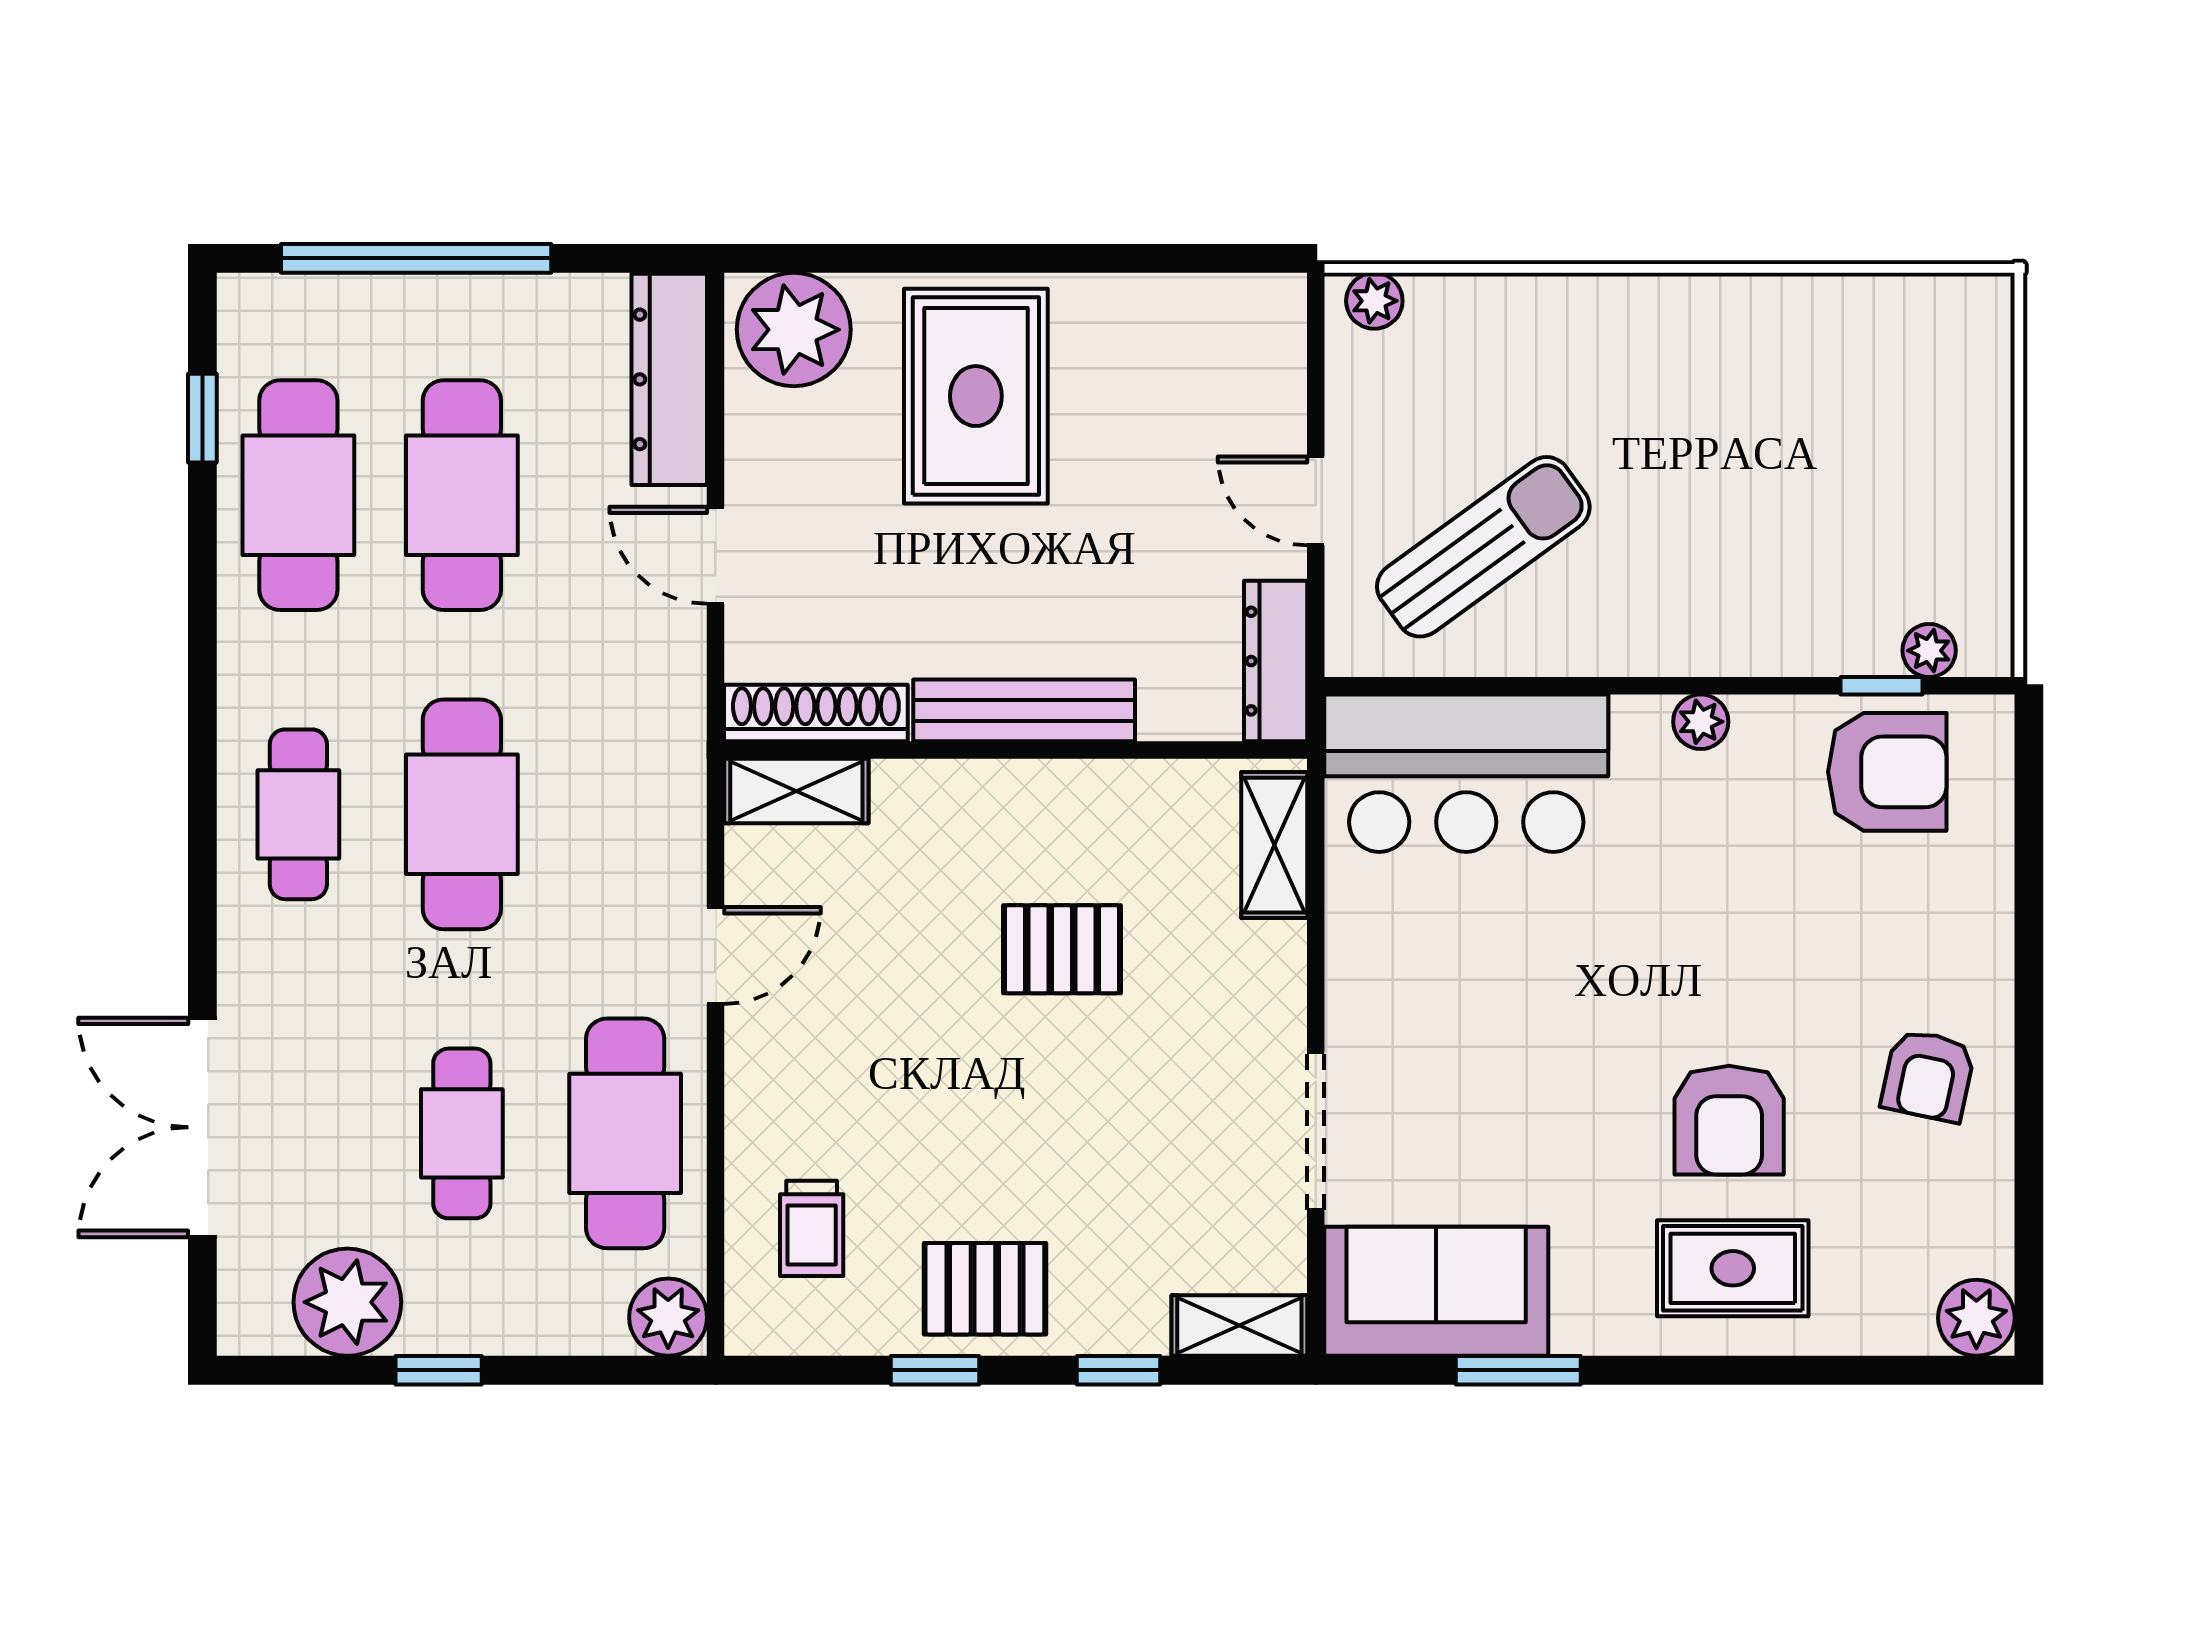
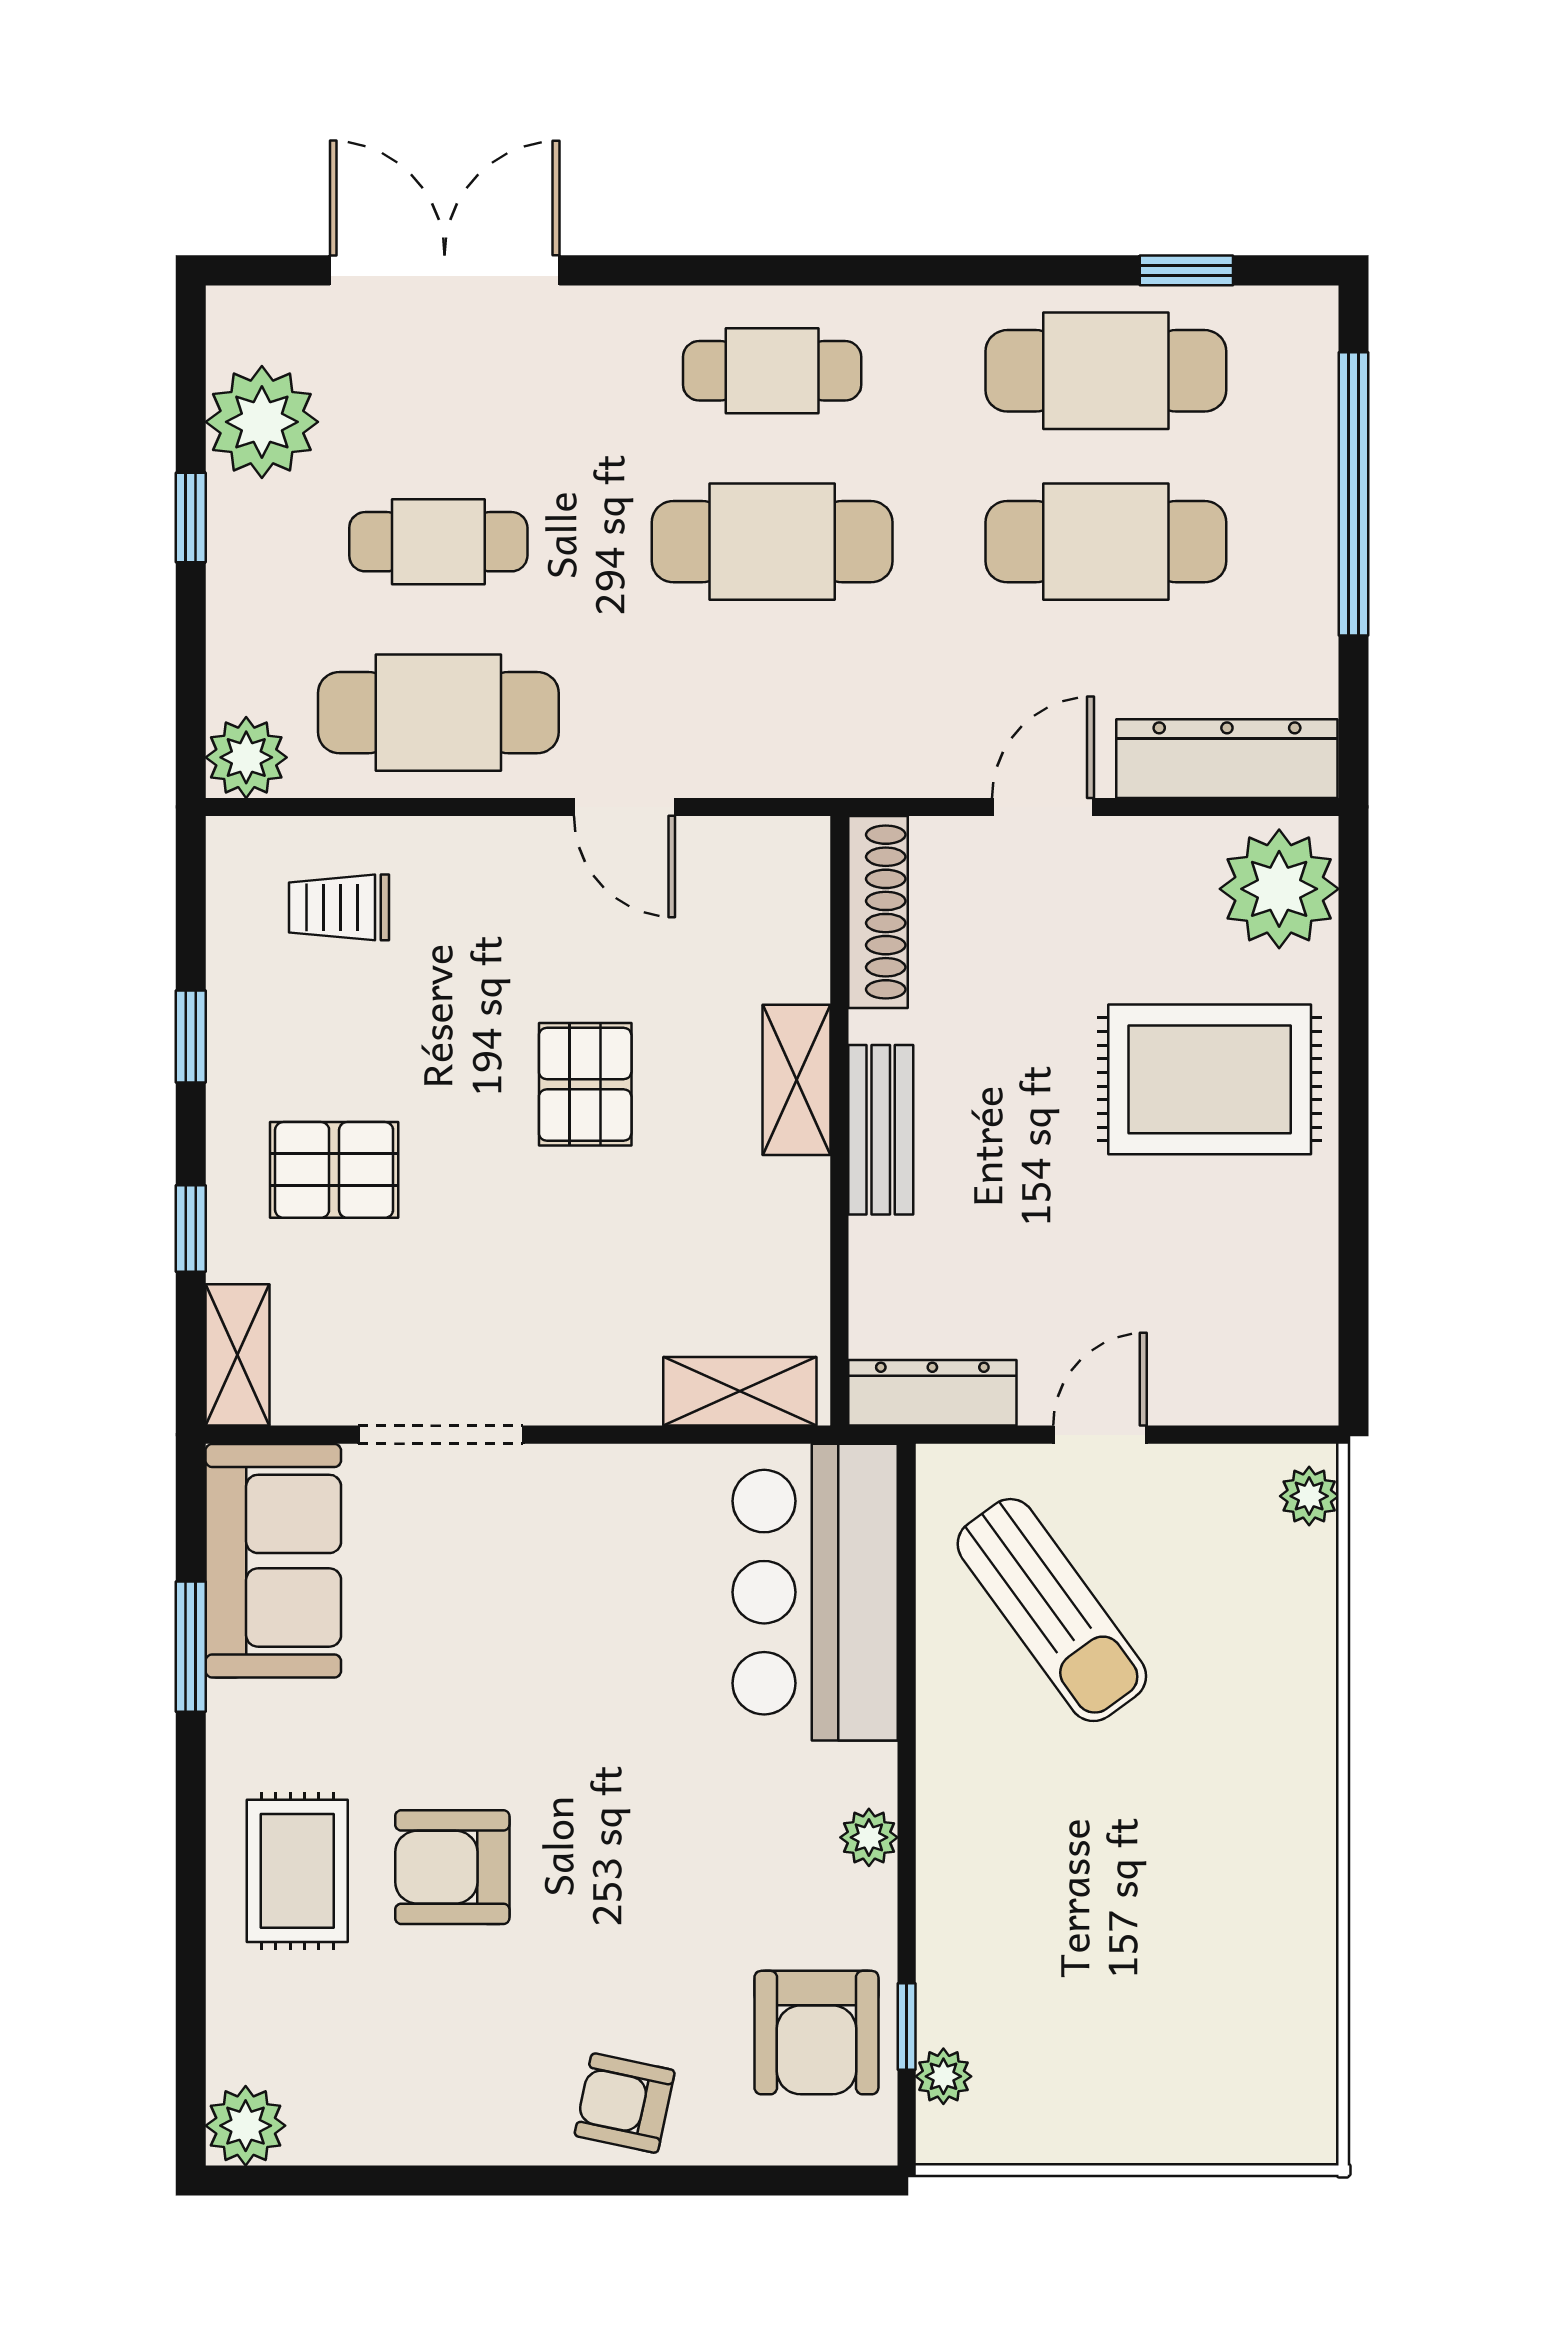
bench: (1024, 710) -> (881, 1130), width x0.73
shelving: (796, 791) -> (797, 1080), moved
pallet: (1062, 949) -> (585, 1084), moved
armchair: (1928, 1076) -> (625, 2103), moved
pallet: (985, 1289) -> (334, 1170), moved, turned 90

